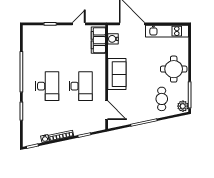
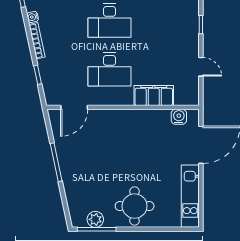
filing cabinet: (98, 40) -> (154, 95), moved
sofa: (117, 74) -> (127, 123), removed
cafe table: (162, 99) -> (91, 188), removed
plant: (183, 106) -> (95, 219), moved

